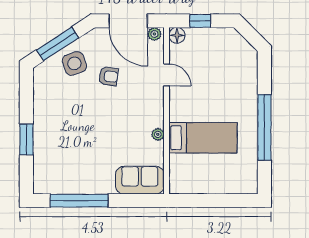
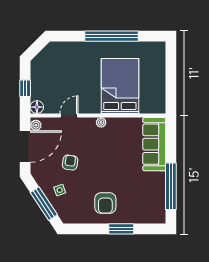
side table: (74, 63) -> (60, 190), width x0.54, depth x0.54
armchair: (58, 120) -> (105, 203), added
plant: (158, 134) -> (101, 122), moved
bed: (203, 138) -> (120, 86), width x1.50
sofa: (140, 180) -> (154, 144), width x1.36

